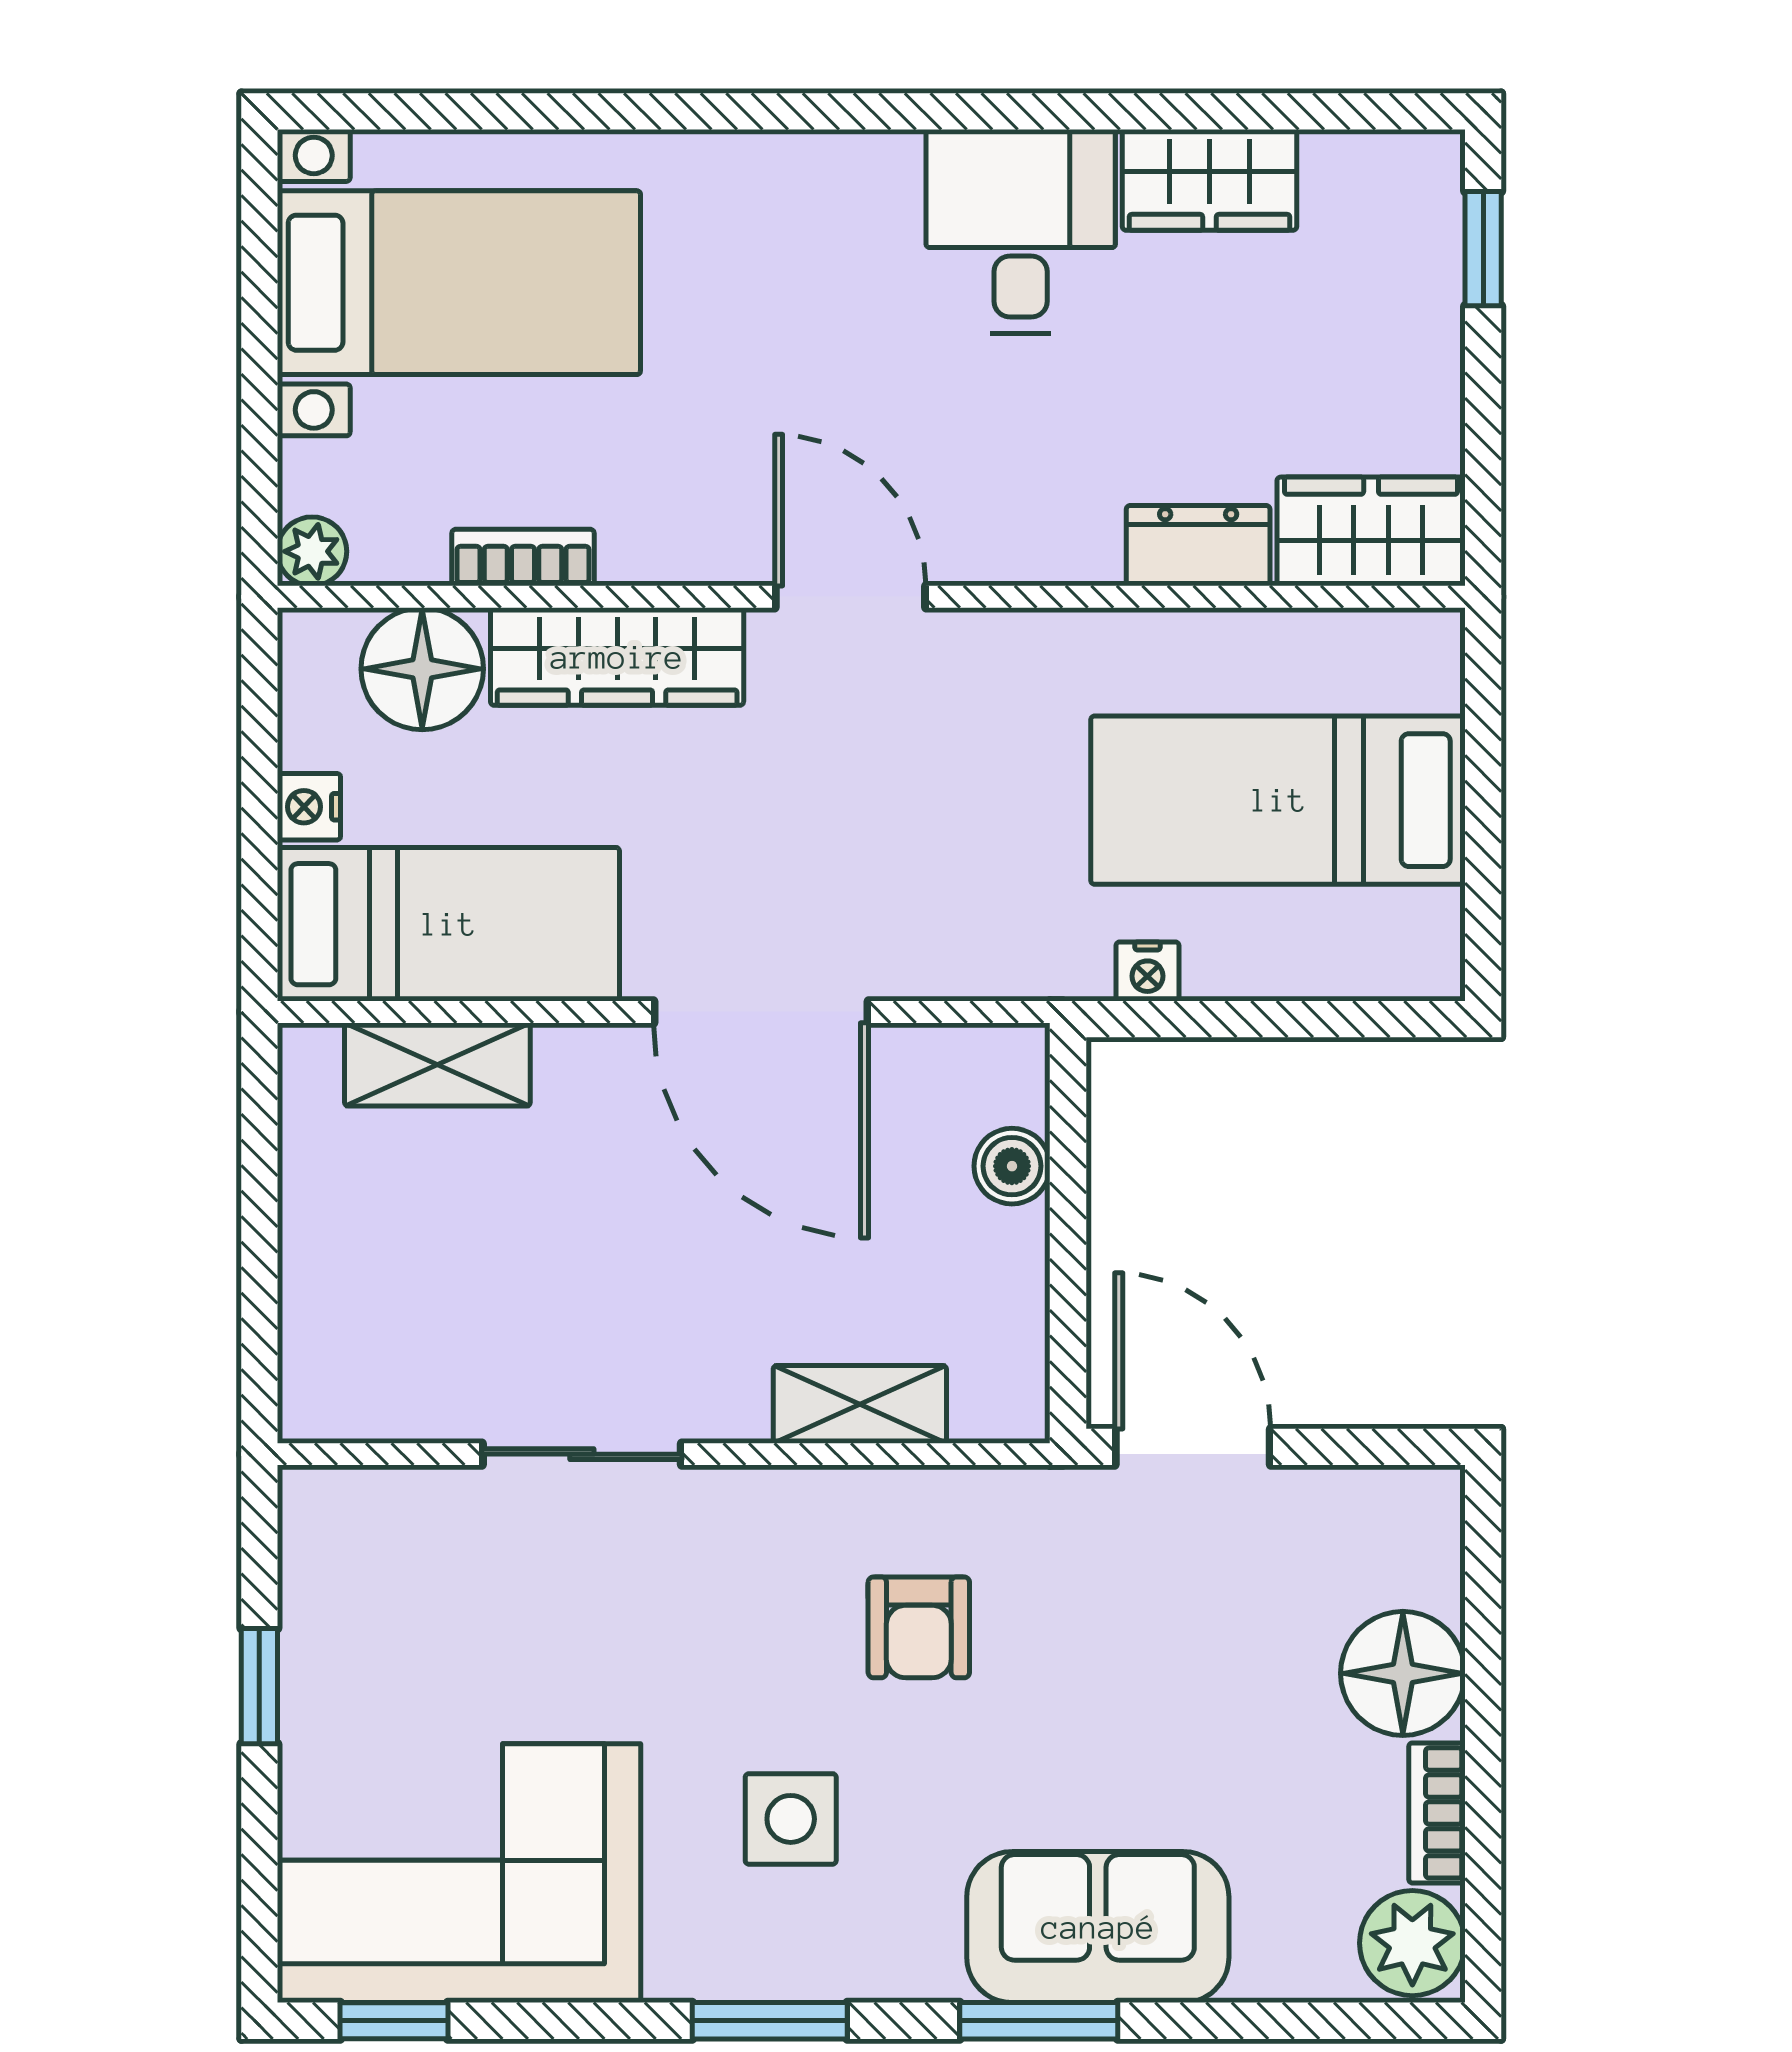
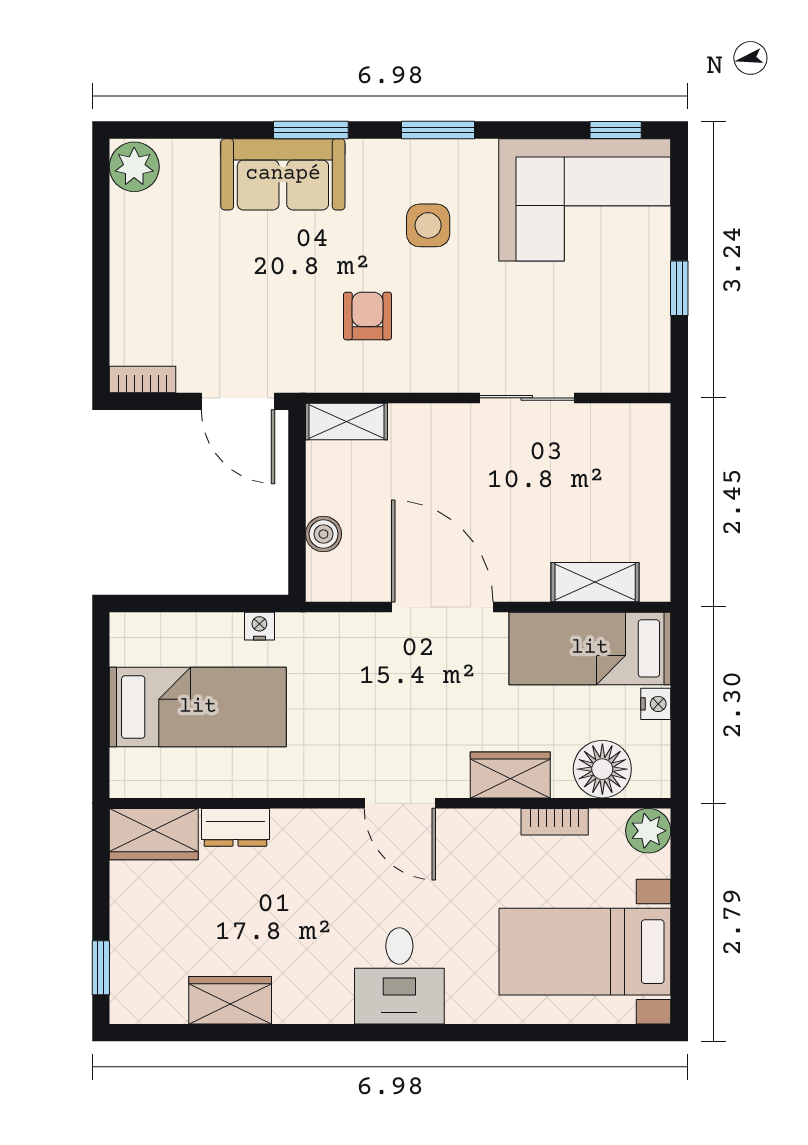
desk: (1021, 231) -> (399, 976), moved
plant: (312, 551) -> (648, 831), width x1.38, depth x1.38
wardrobe: (617, 657) -> (510, 775), width x0.67
shelving: (860, 1404) -> (346, 421), moved
floor lamp: (1403, 1673) -> (139, 294), removed
bookcase: (1437, 1813) -> (143, 380), moved, turned -90

